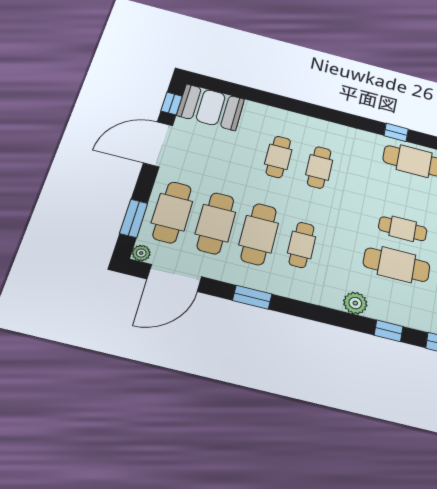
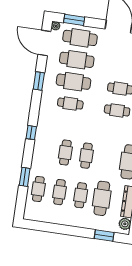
cafe table: (397, 265) -> (65, 153), width x0.73, depth x0.74
plant: (355, 303) -> (42, 132), removed
window: (389, 331) -> (31, 133), moved

